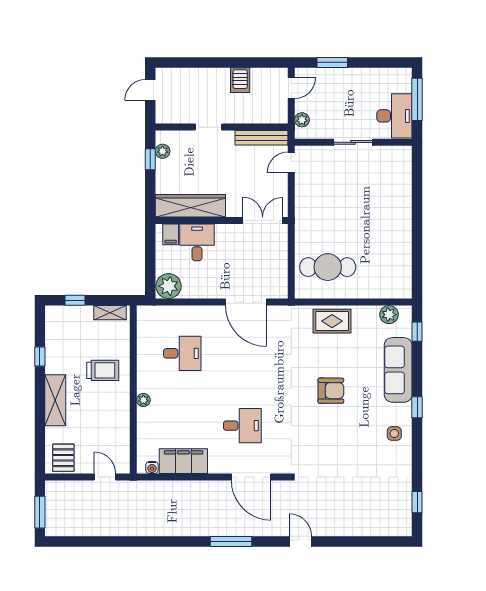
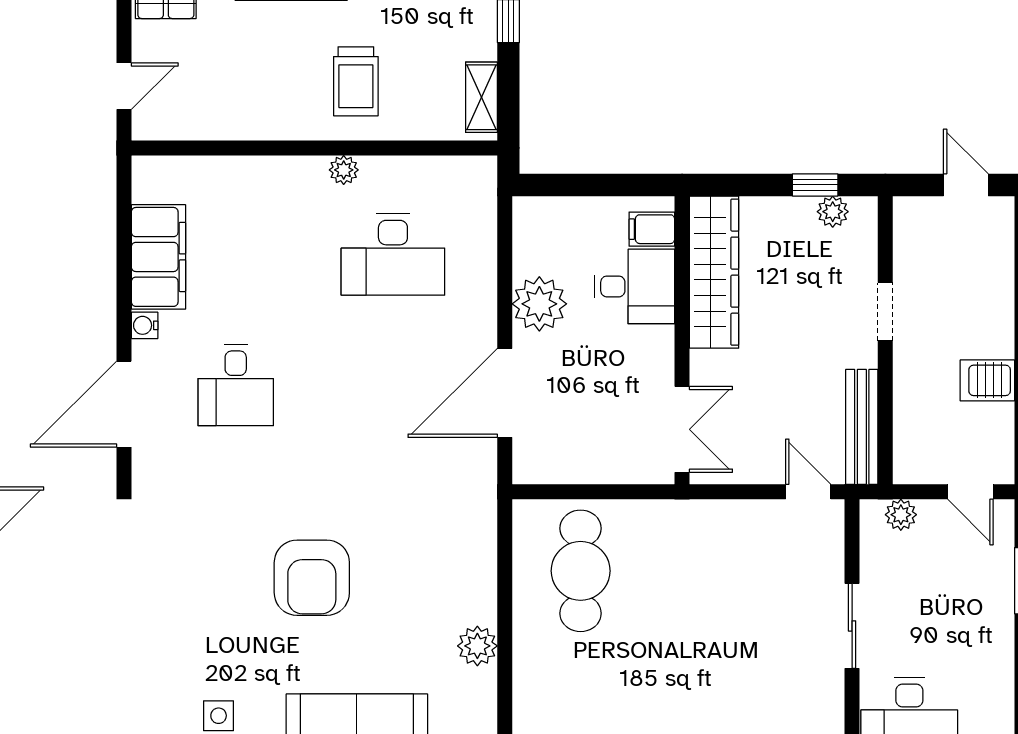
plant: (169, 286) -> (539, 304), moved
plant: (389, 315) -> (477, 646), moved
rug: (332, 321) -> (463, 580), removed
desk: (182, 353) -> (393, 255), width x1.37
armchair: (331, 391) -> (312, 578), width x1.36, depth x1.36
plant: (143, 400) -> (344, 170), moved
water cooler: (152, 467) -> (145, 325), moved

